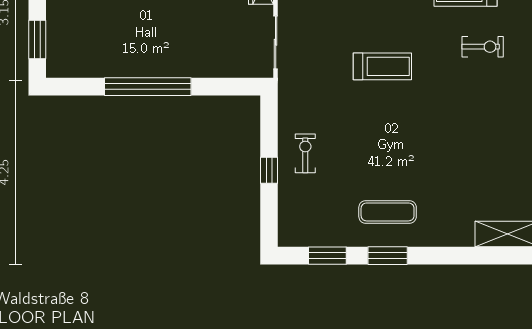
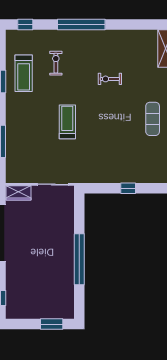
exercise bike: (305, 153) -> (110, 79), moved

